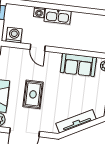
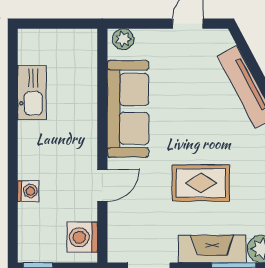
kitchen sink: (58, 16) -> (32, 93), moved
sofa: (78, 65) -> (128, 109), width x1.36

